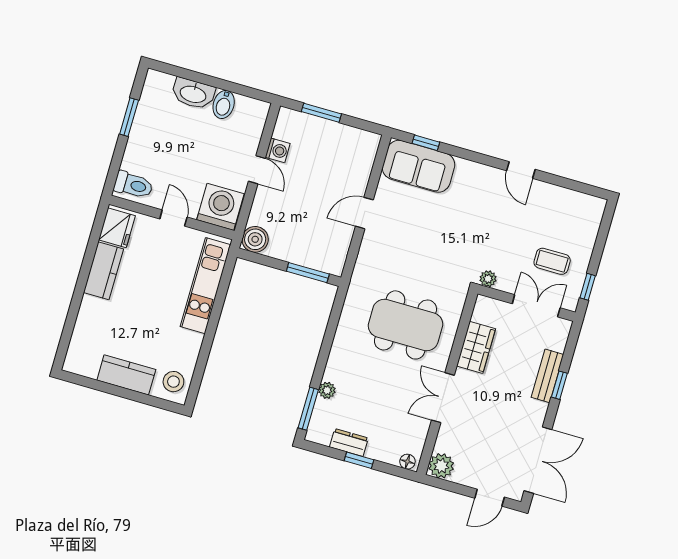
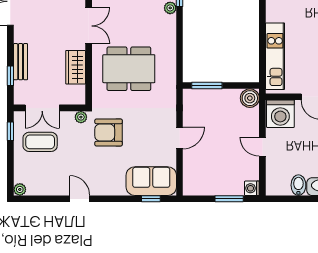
washing machine: (278, 150) -> (252, 188), moved
plant: (597, 205) -> (20, 189), added
armchair: (457, 248) -> (109, 132), added
coffee table: (552, 261) -> (40, 142), width x1.36, depth x1.30
window: (559, 385) -> (10, 76), moved

